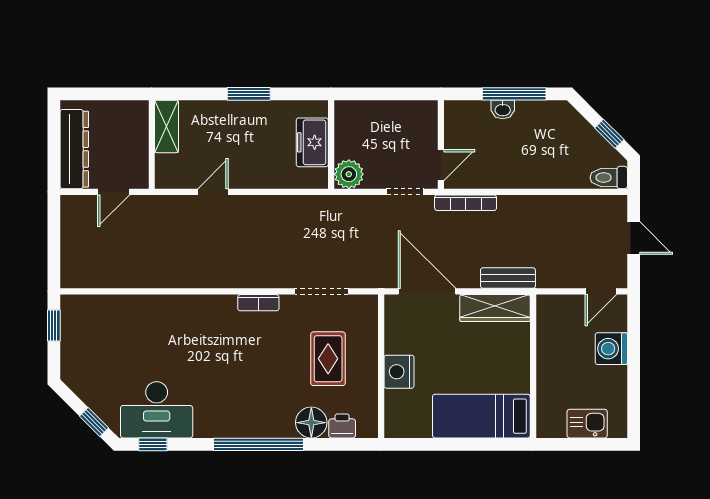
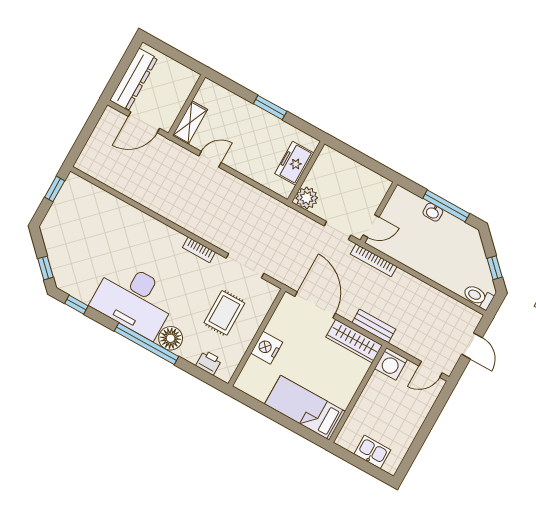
shelving: (167, 126) -> (190, 123), moved
door: (114, 192) -> (144, 122), width x1.38
washing machine: (611, 349) -> (391, 364), moved, turned -90
desk: (157, 410) -> (134, 300), moved, width x1.36, depth x1.30
floor lamp: (311, 423) -> (171, 338), moved

